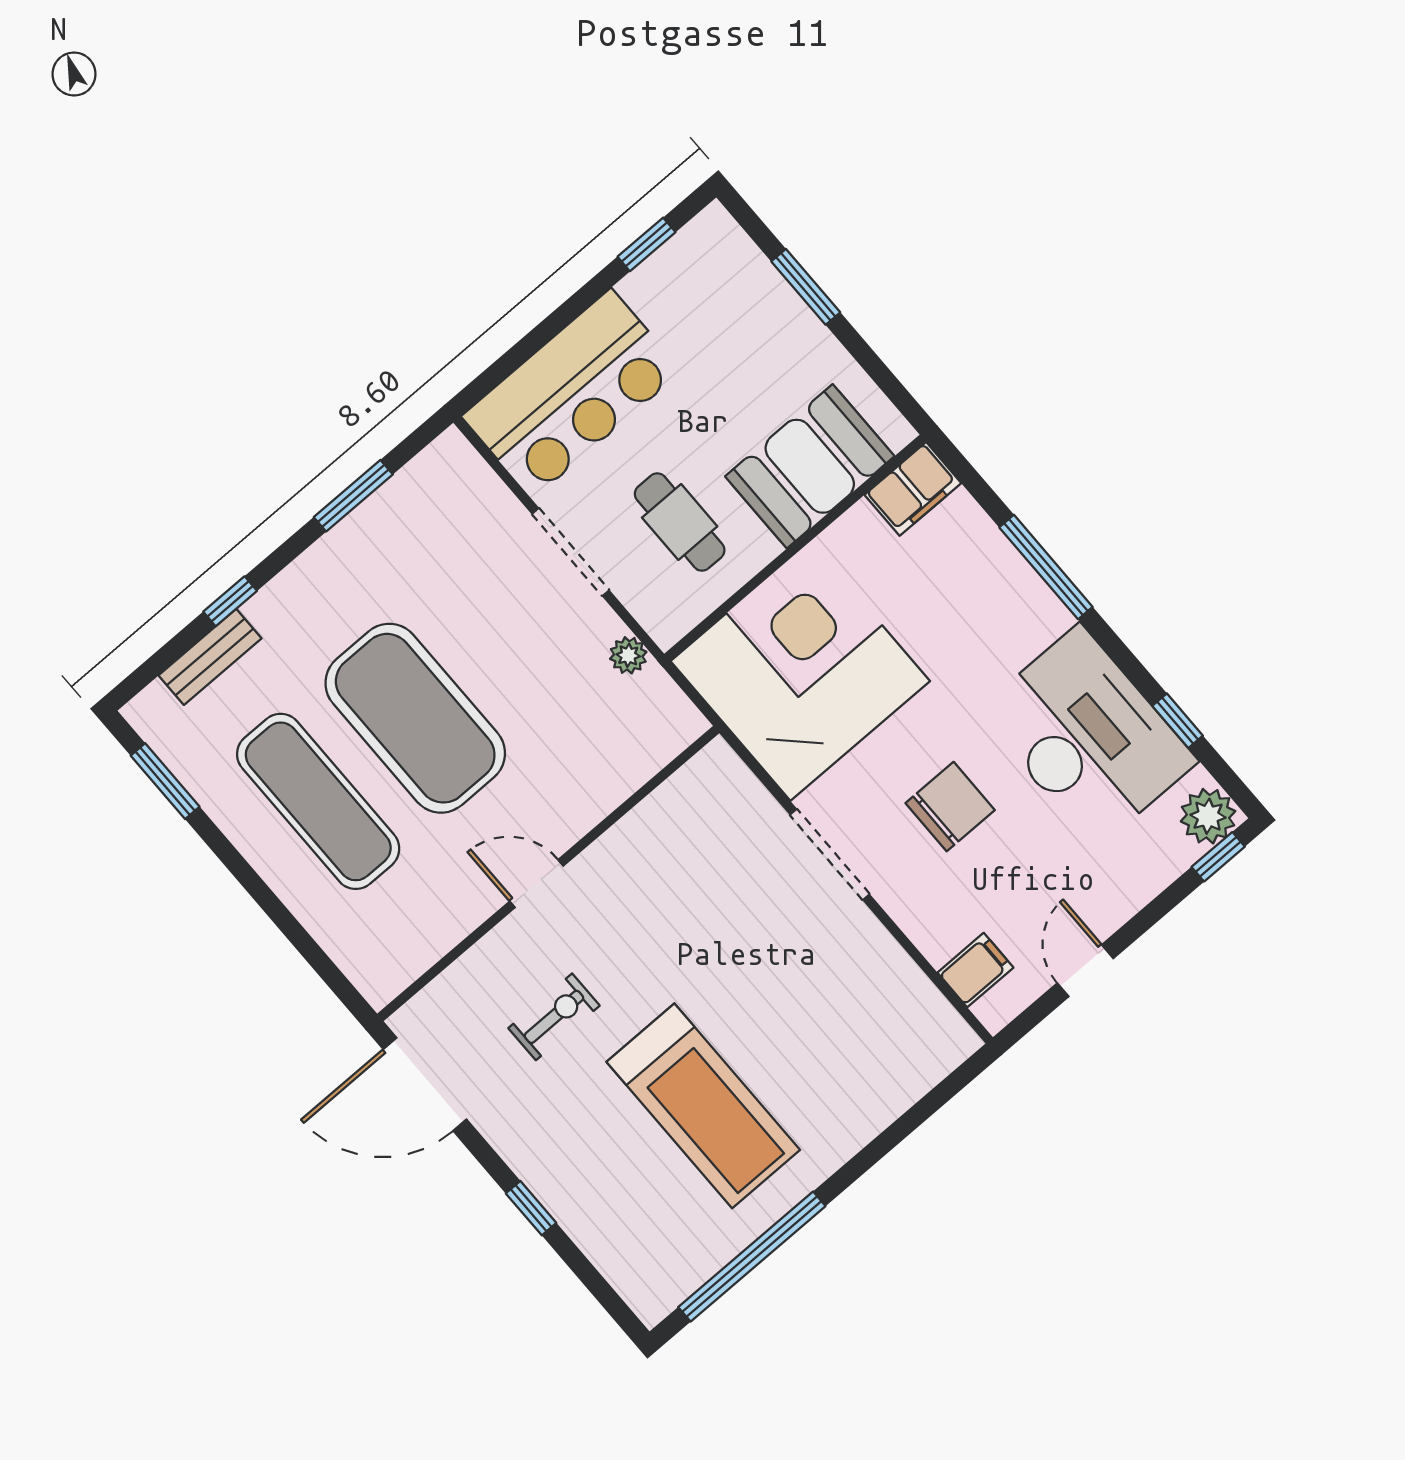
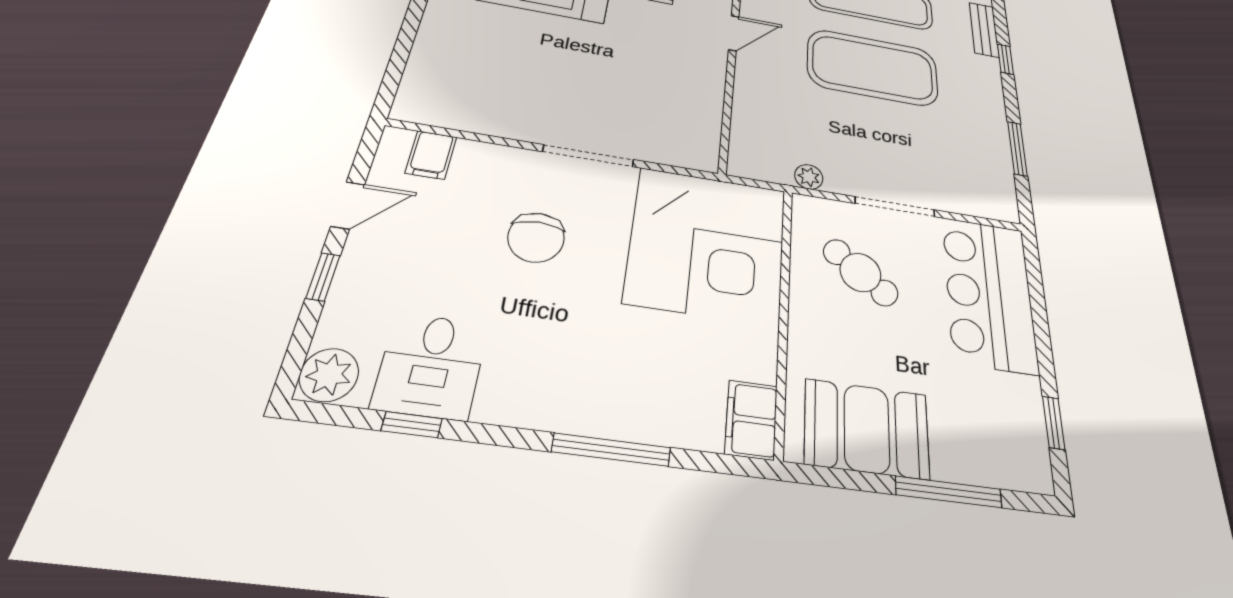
window: (806, 287) -> (949, 492), width x1.44
booth: (810, 466) -> (867, 429), moved, turned 90
cafe table: (680, 522) -> (860, 272), turned 37
desk: (1087, 736) -> (431, 366), width x0.53, depth x0.77
window: (1218, 857) -> (323, 277), moved
door: (1085, 971) -> (348, 205), hinge flipped

